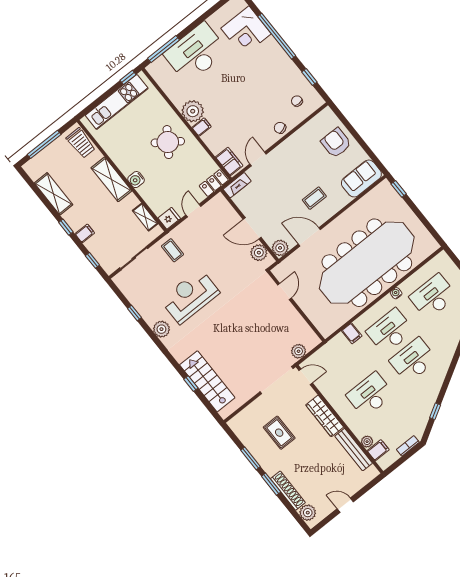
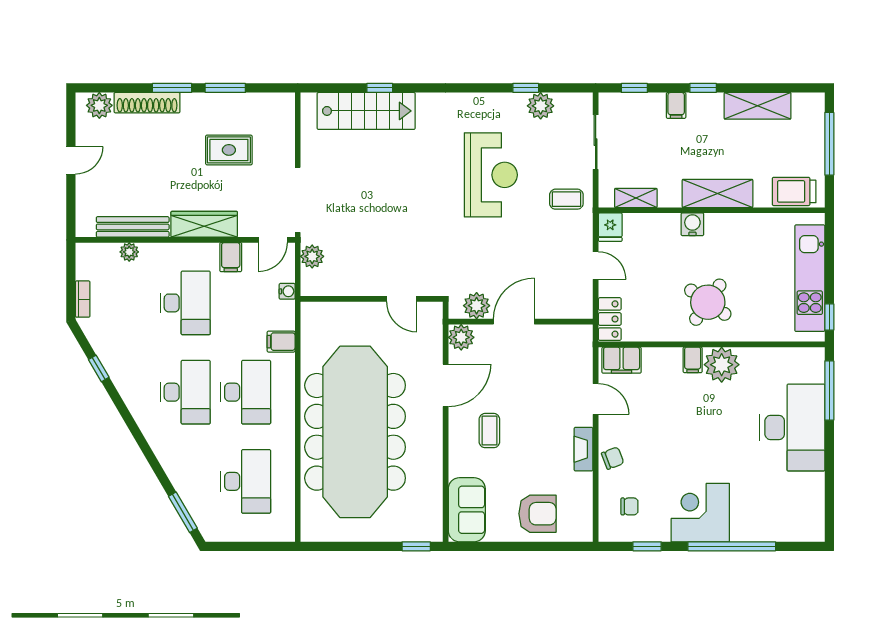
corner desk: (246, 31) -> (700, 513), moved
fireplace: (237, 185) -> (584, 449), moved
water cooler: (396, 293) -> (287, 291), moved
plant: (161, 329) -> (541, 106), moved
filing cabinet: (378, 450) -> (231, 257), moved

